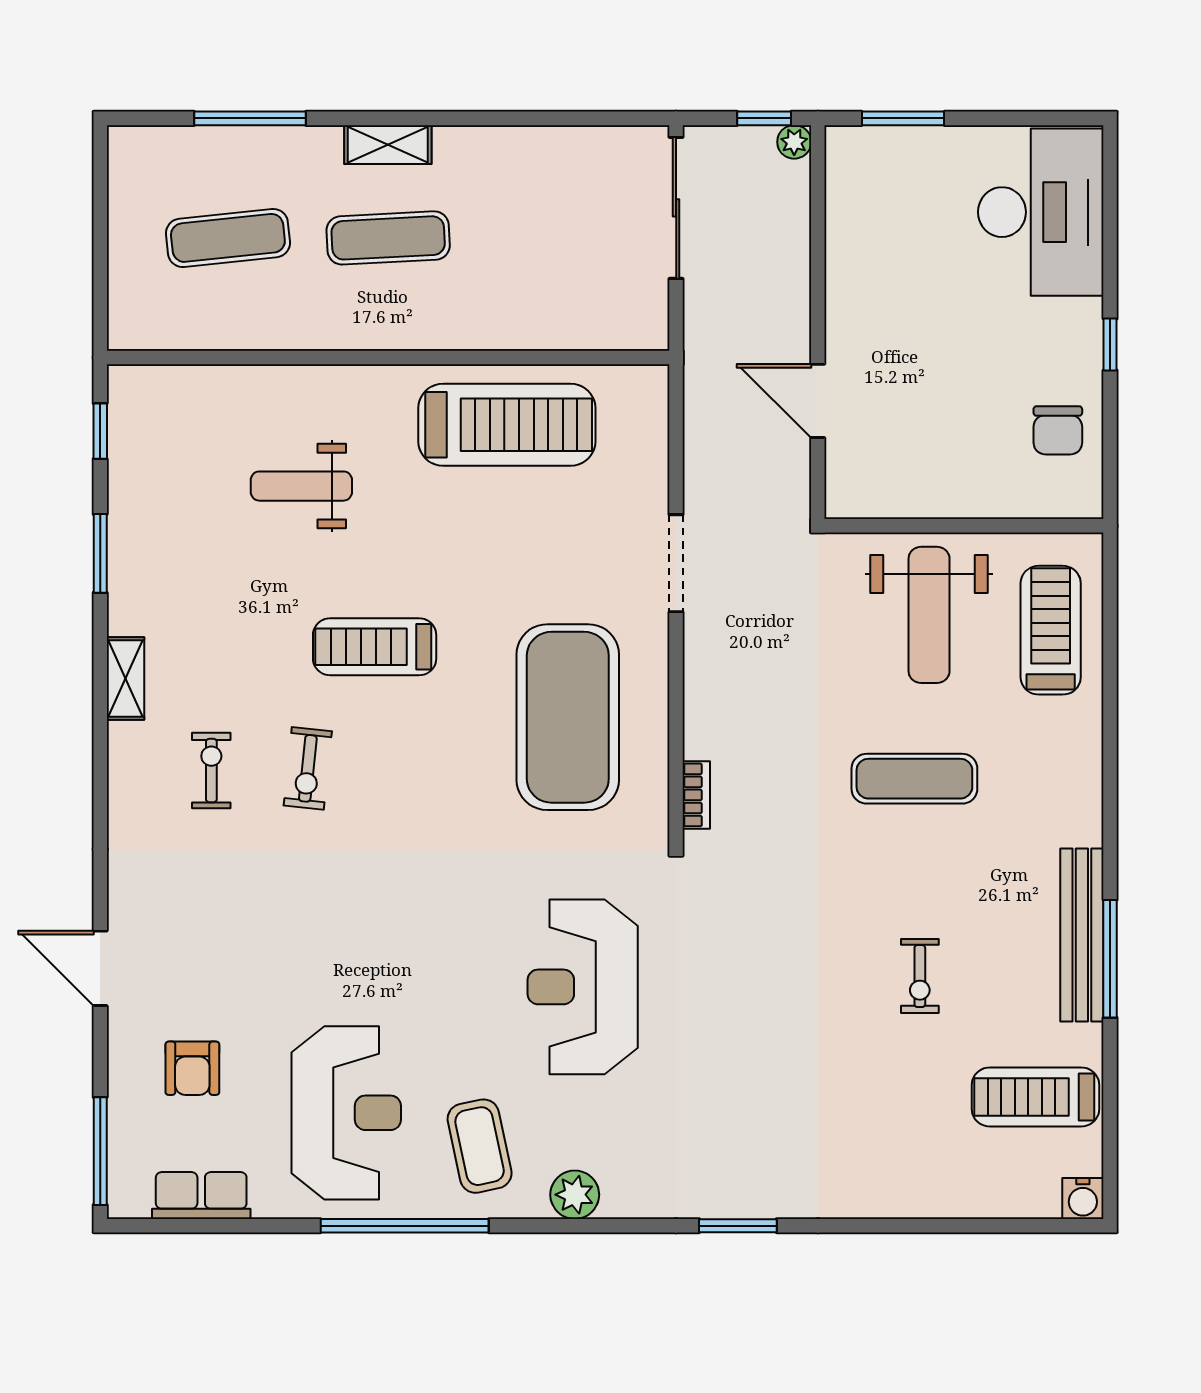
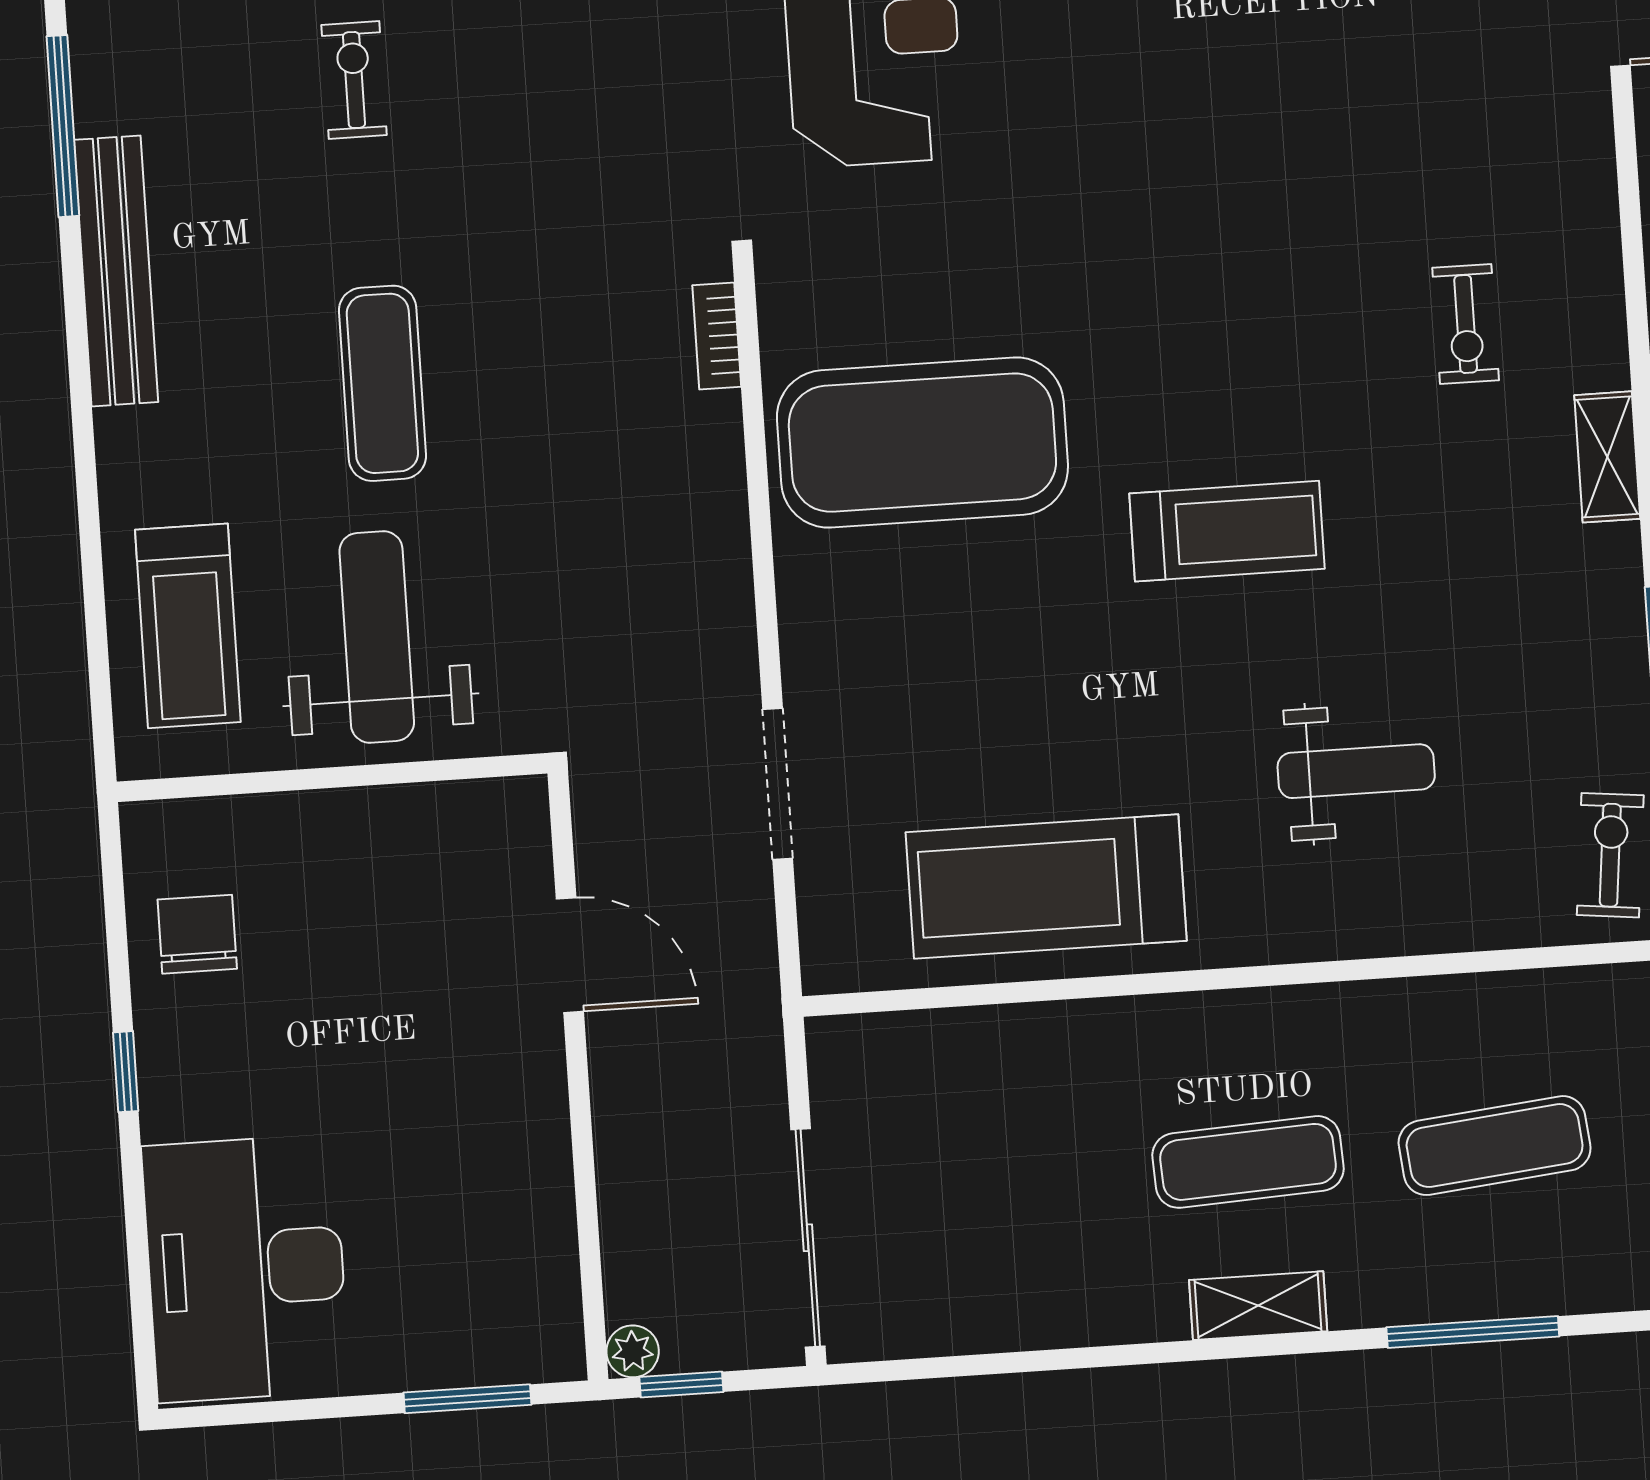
doorway: (676, 563) -> (778, 784), moved
exercise mat: (568, 717) -> (922, 443), turned 90
exercise bike: (308, 768) -> (1610, 855), moved
exercise mat: (914, 779) -> (382, 383), turned 90
bench: (1082, 935) -> (116, 271), moved

